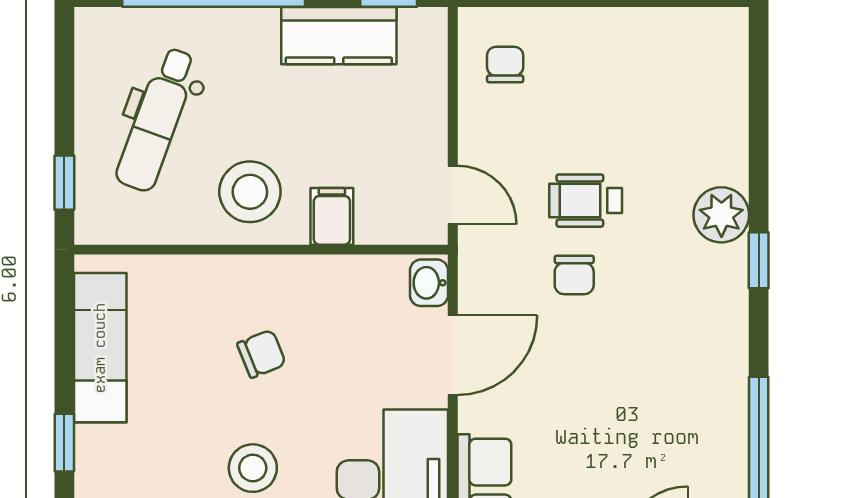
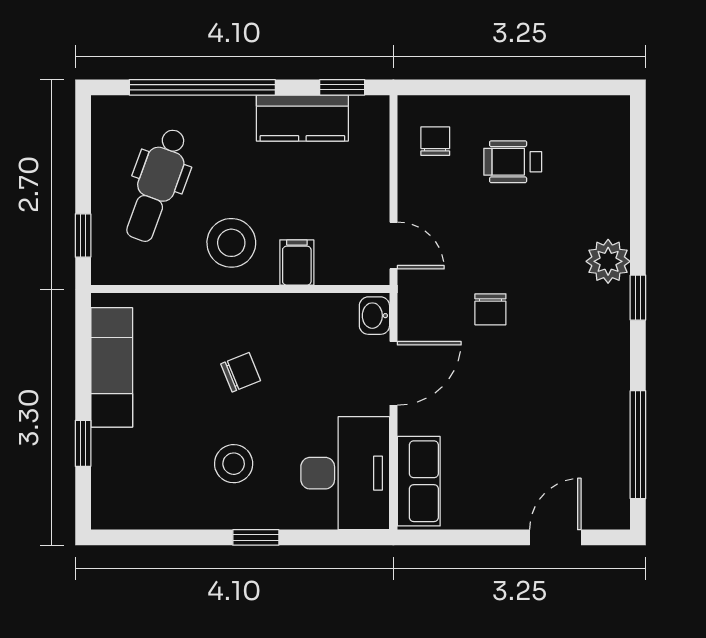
wheelchair: (586, 201) -> (513, 162), moved

